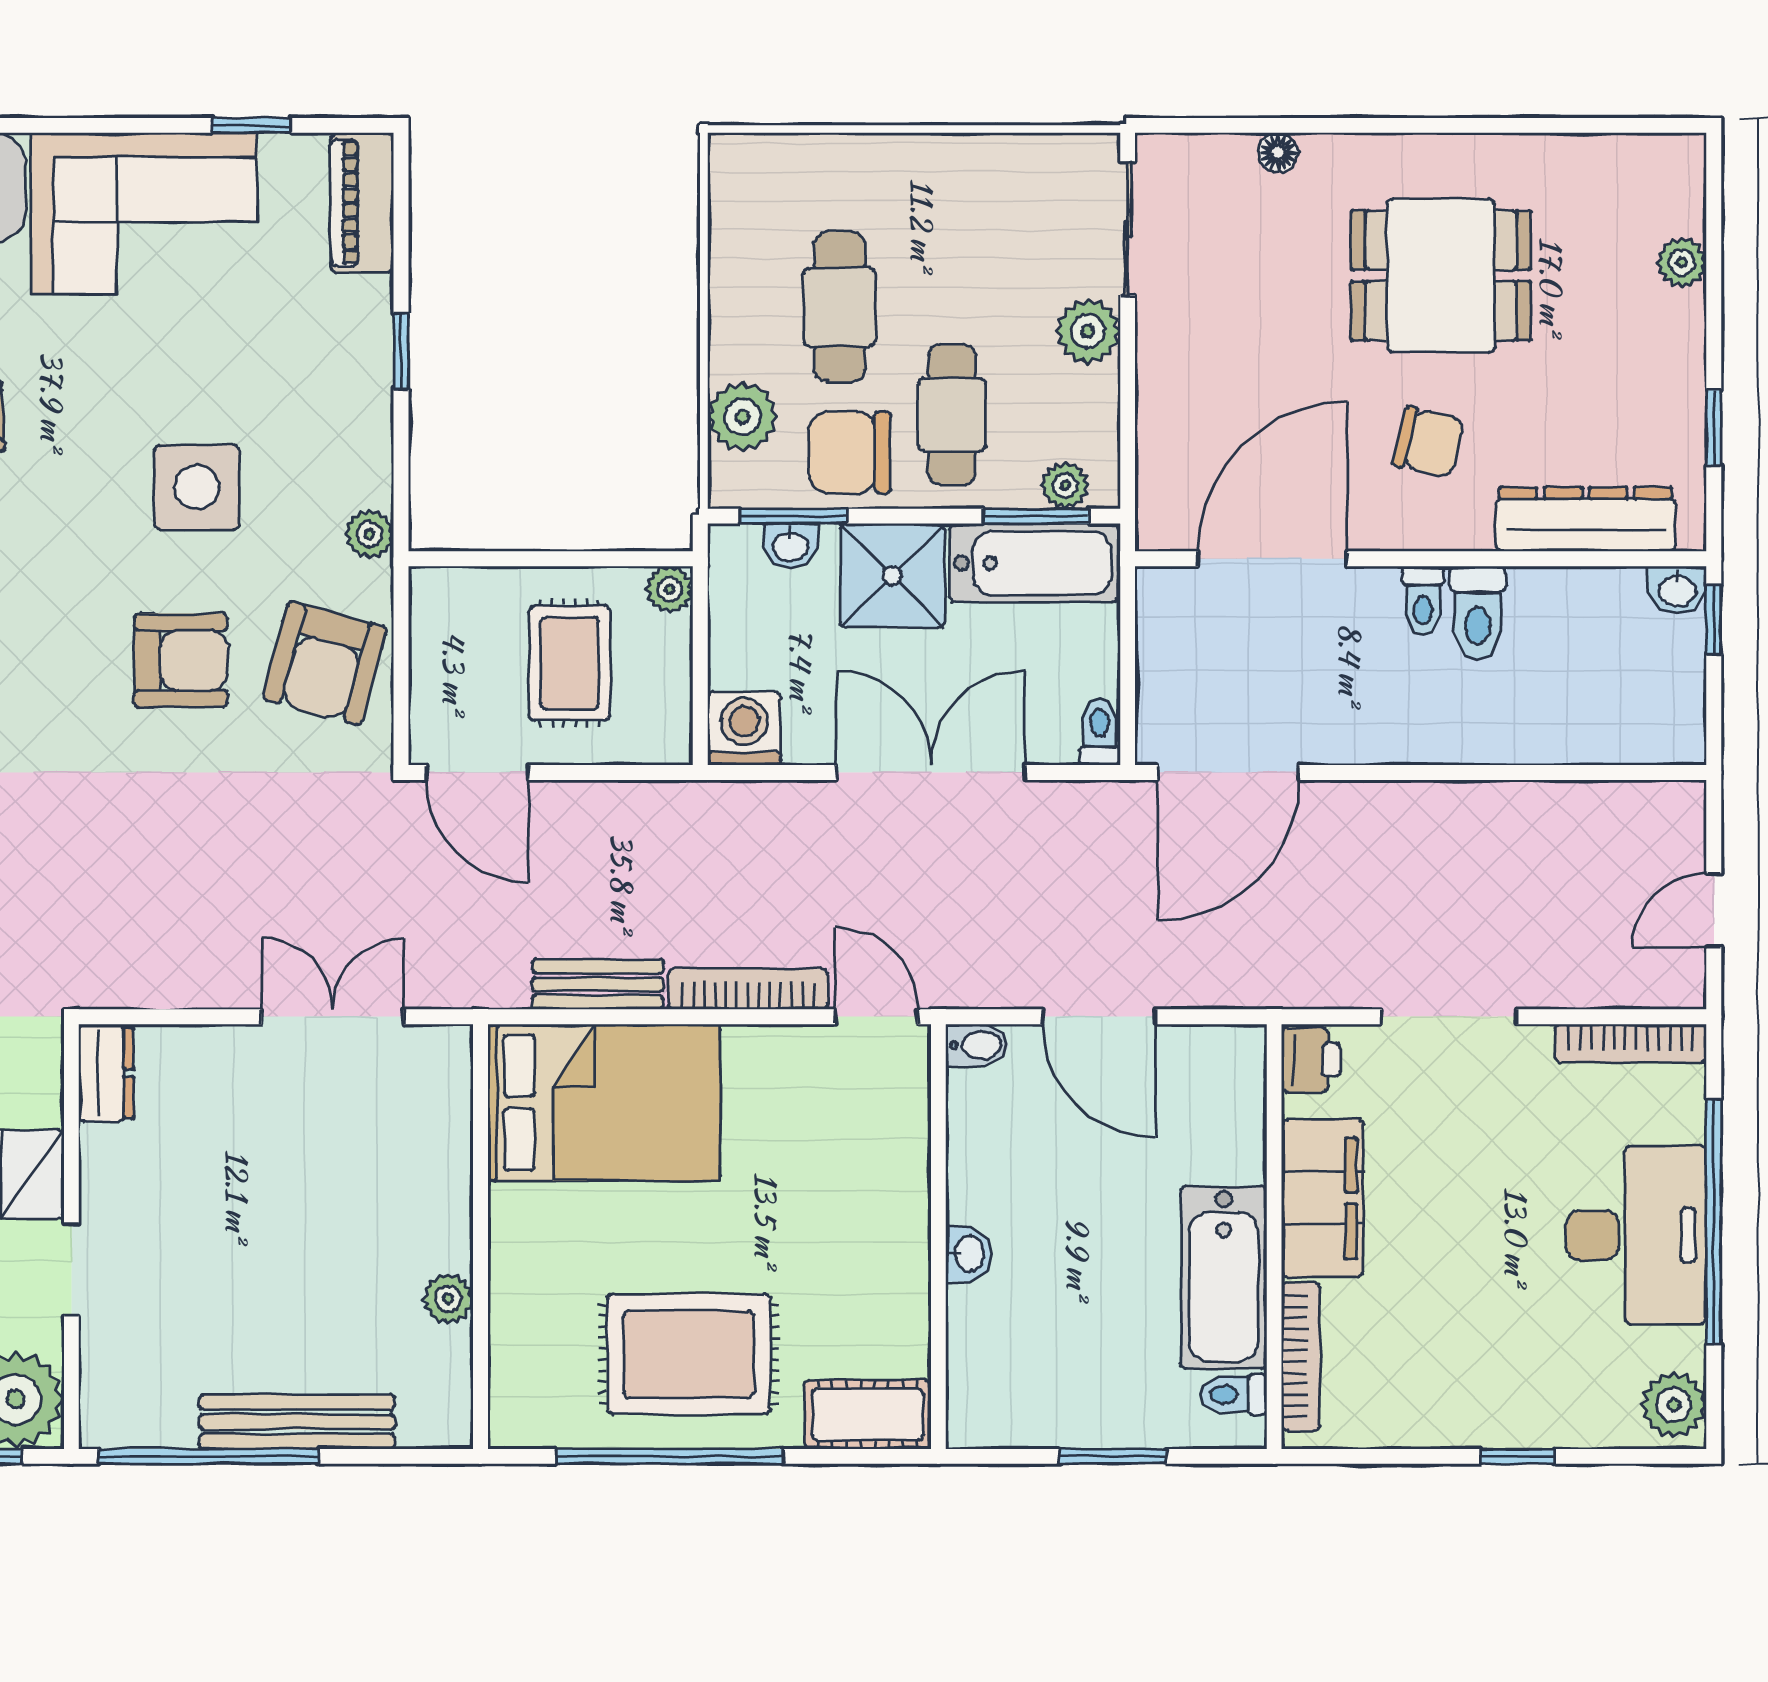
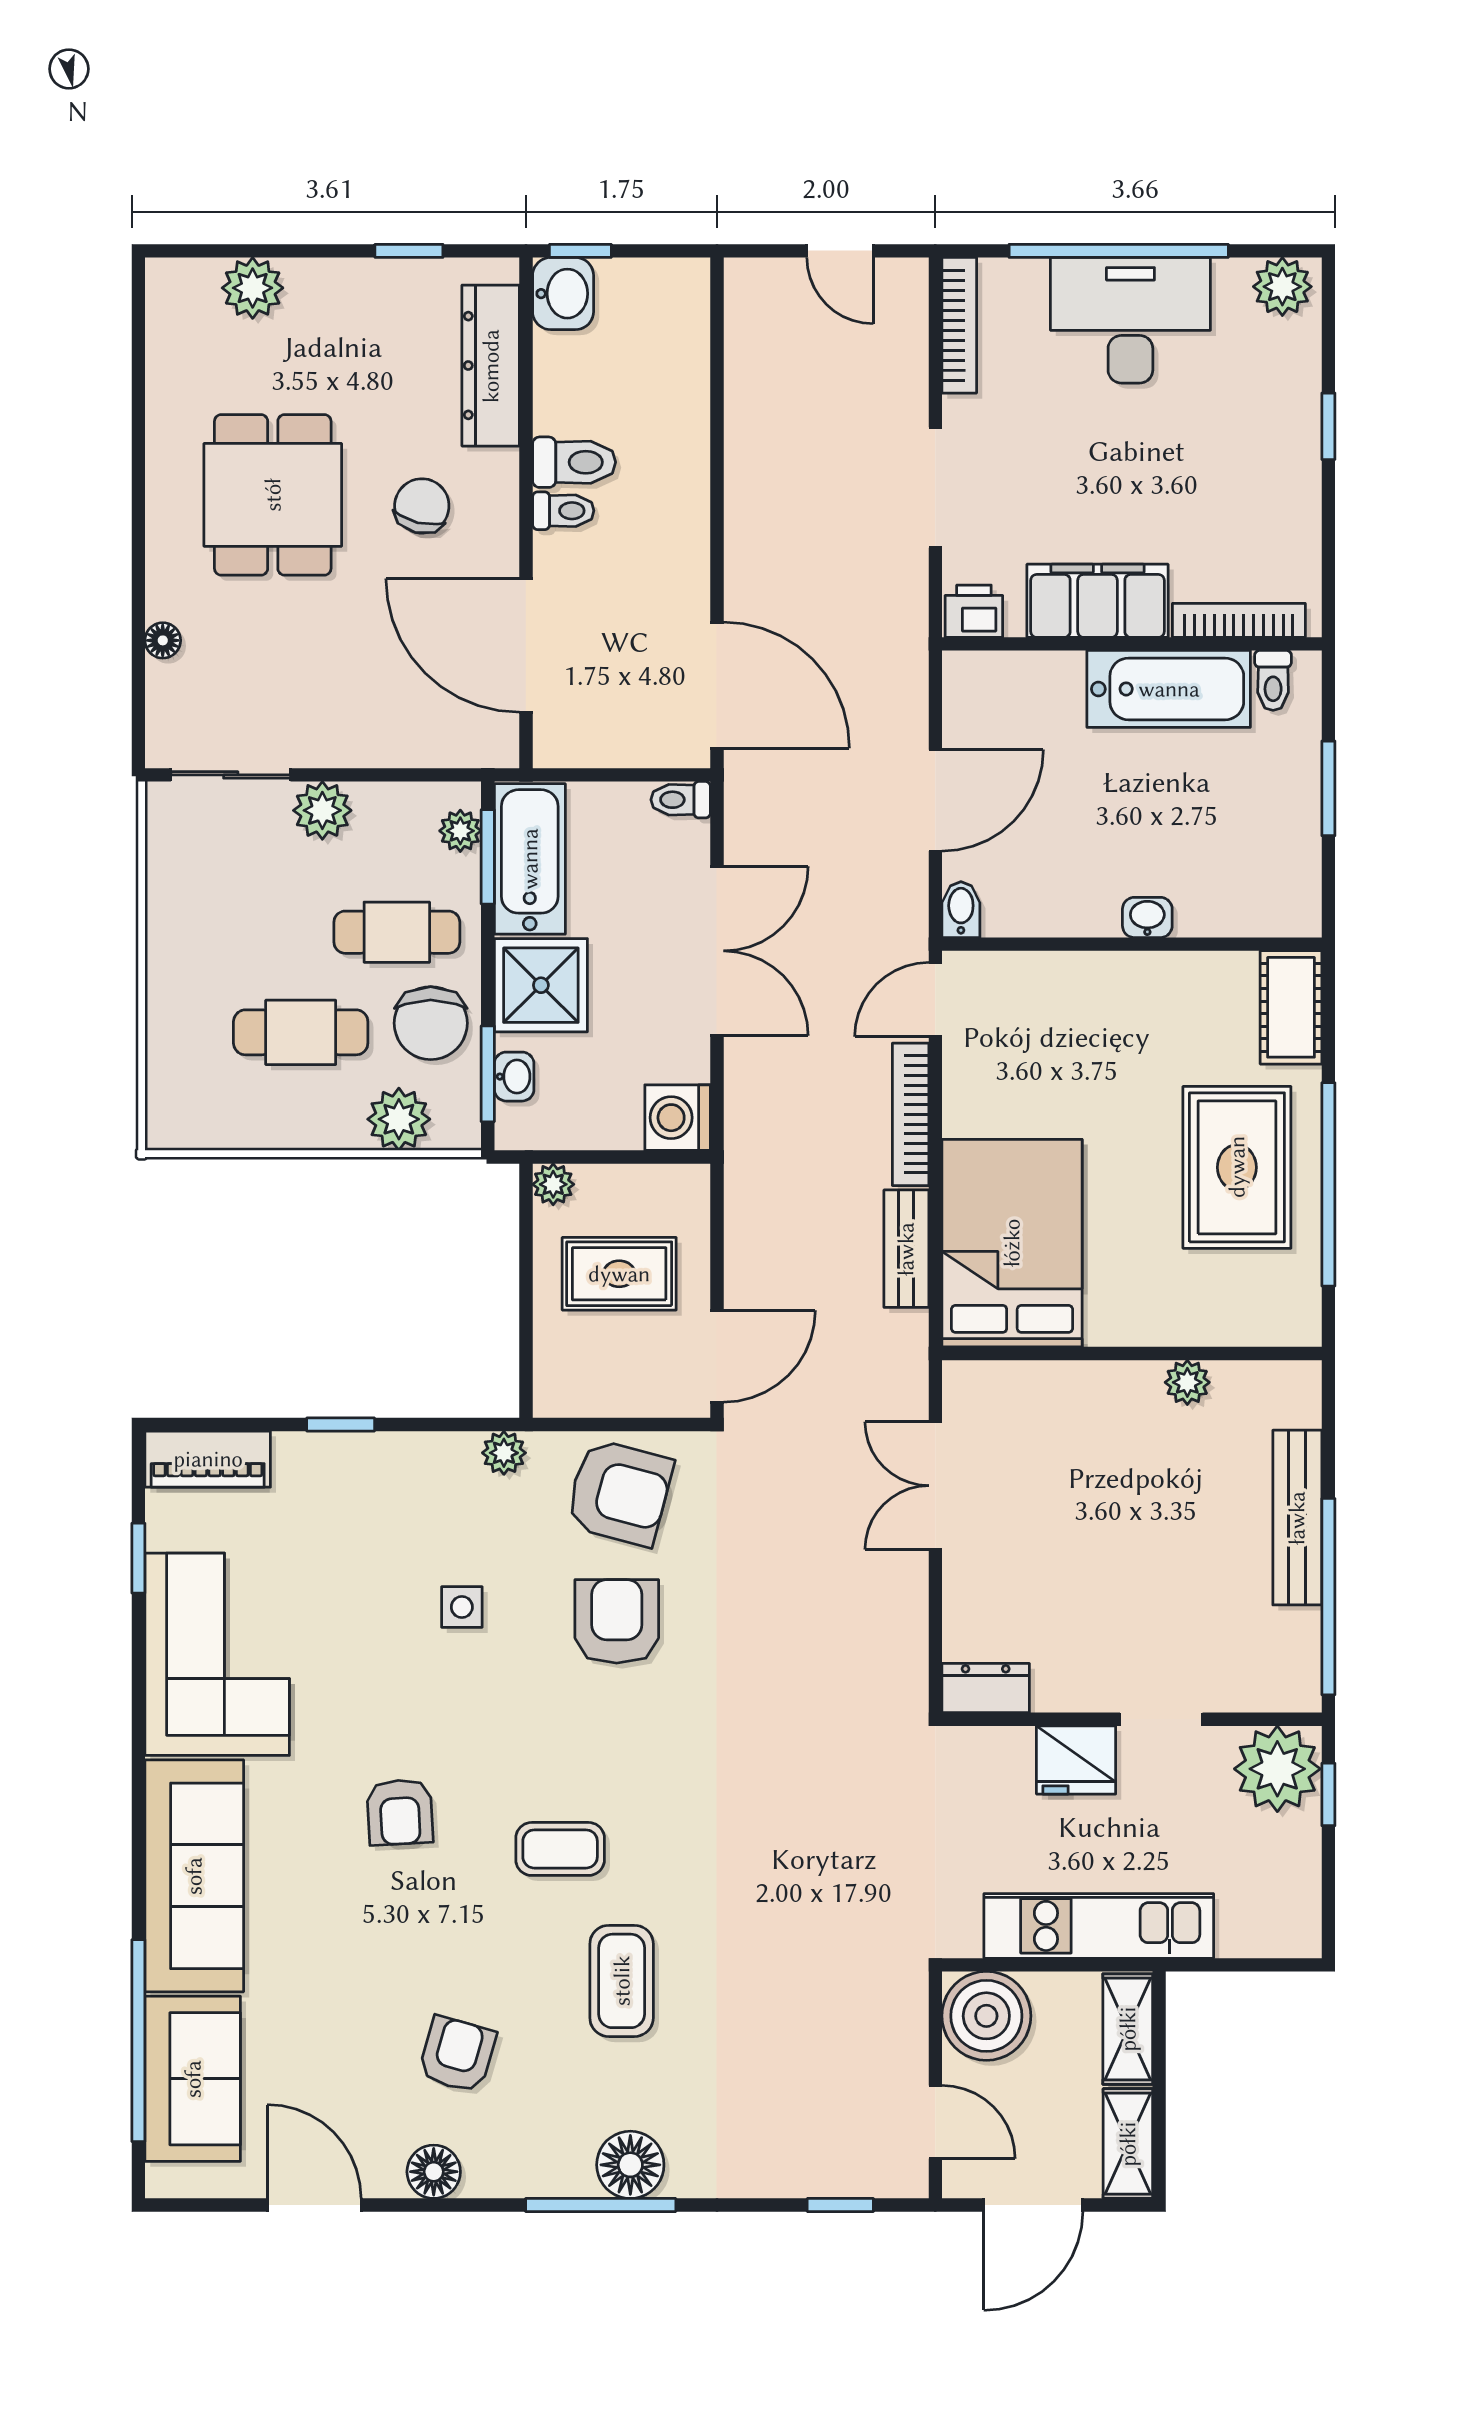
plant: (1682, 262) -> (253, 288), width x1.38, depth x1.38
side table: (197, 487) -> (462, 1607), width x0.54, depth x0.54
washbasin: (1677, 590) -> (563, 294), width x1.38, depth x1.45
double door: (931, 773) -> (717, 951), swing flipped

